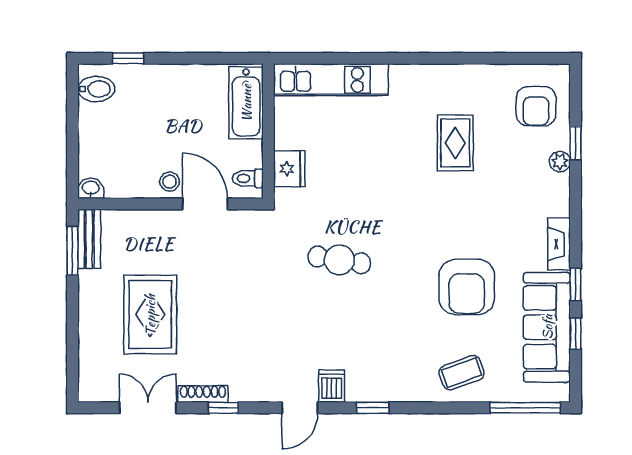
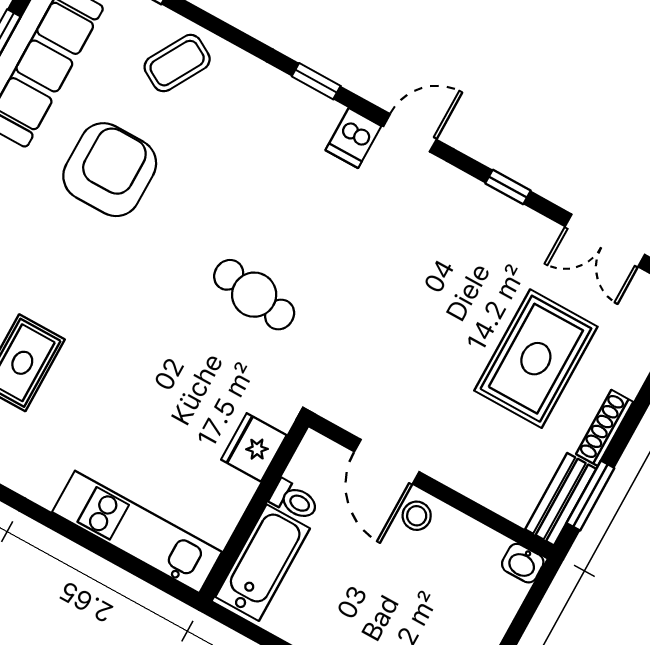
toilet: (248, 178) -> (294, 500), moved
coffee table: (462, 373) -> (177, 63), turned -40
shoe rack: (203, 394) -> (605, 428), moved, turned 90

